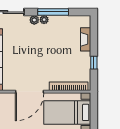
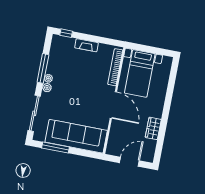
fireplace: (86, 39) -> (87, 45), moved
window: (94, 63) -> (66, 33), moved

